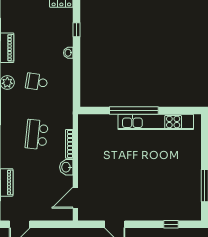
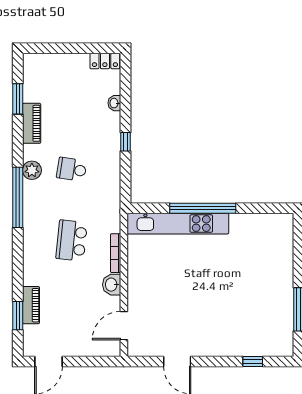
window: (77, 30) -> (125, 142), moved
washbasin: (68, 53) -> (114, 103), moved
kitchen unit: (156, 122) -> (178, 224), moved

